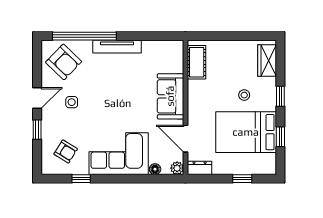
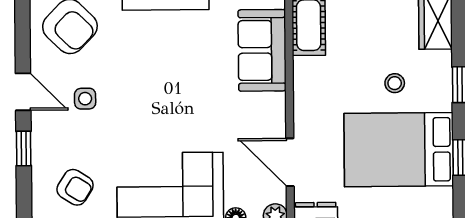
sofa: (170, 96) -> (262, 50), moved
door: (37, 98) -> (23, 92), hinge flipped

